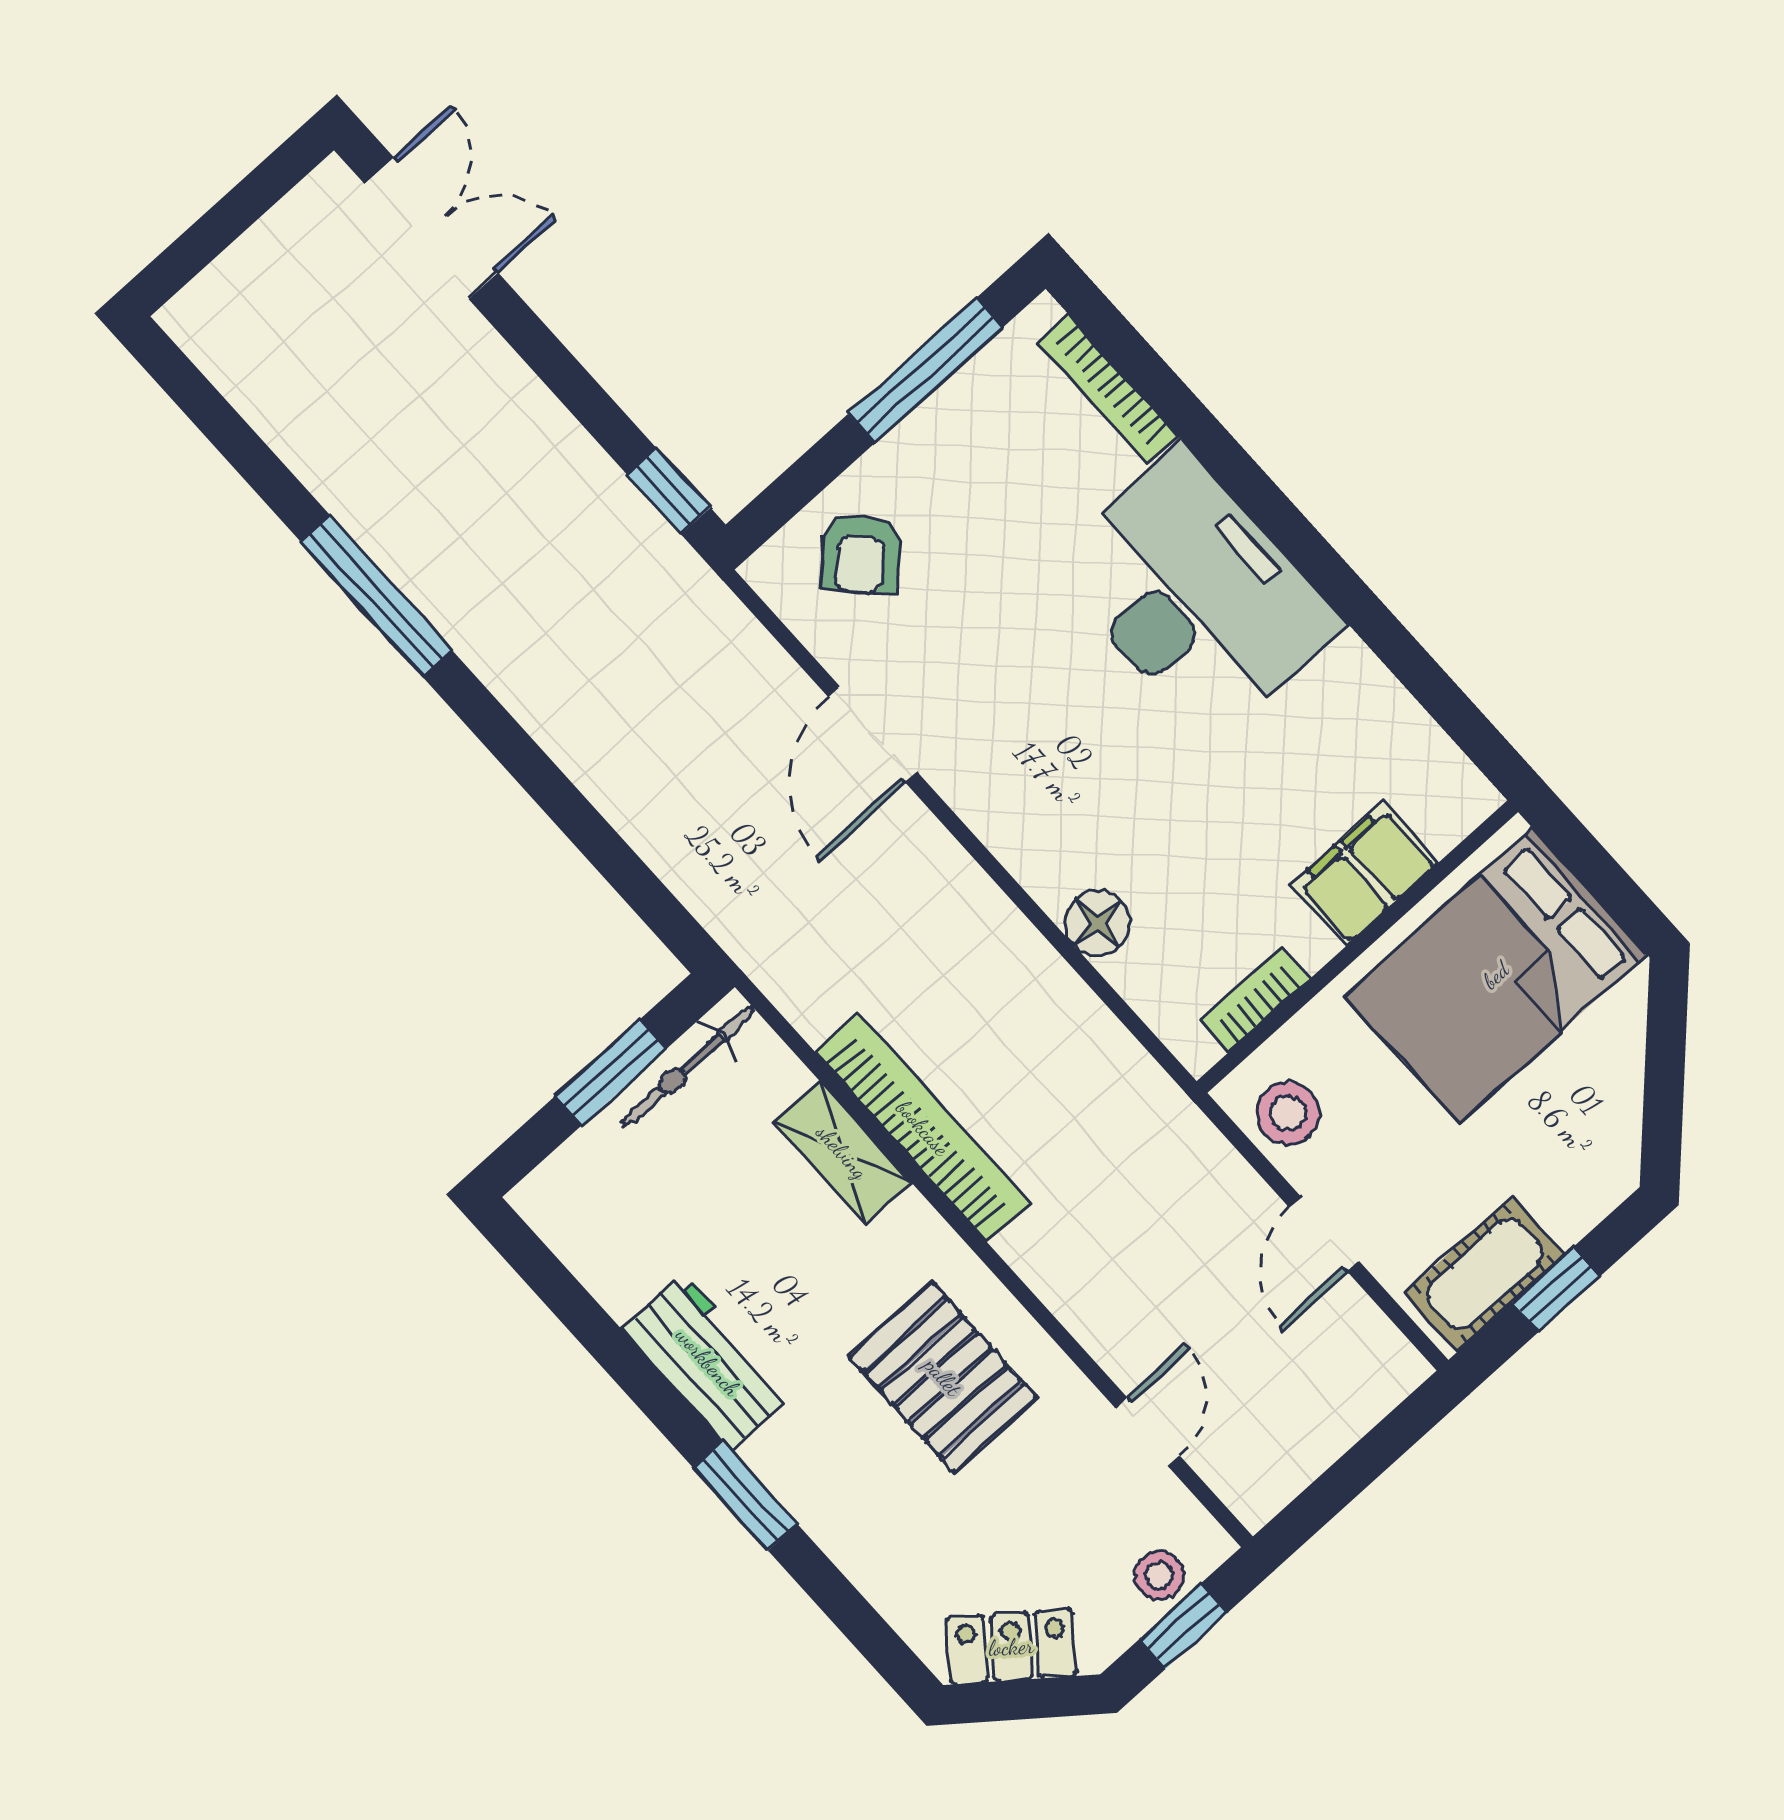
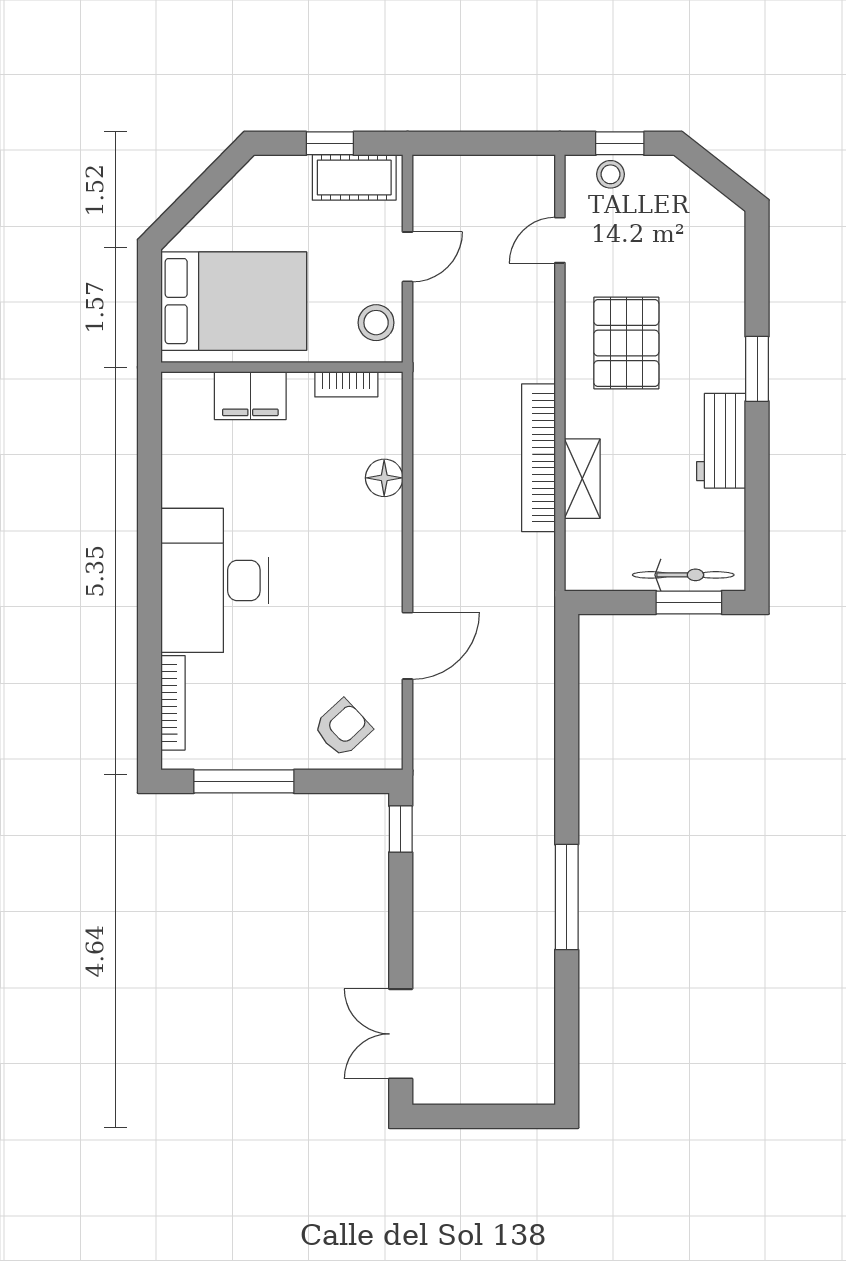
bicycle: (688, 1067) -> (683, 575), moved
window: (611, 1072) -> (689, 602), moved
locker: (1011, 1647) -> (701, 201), removed

